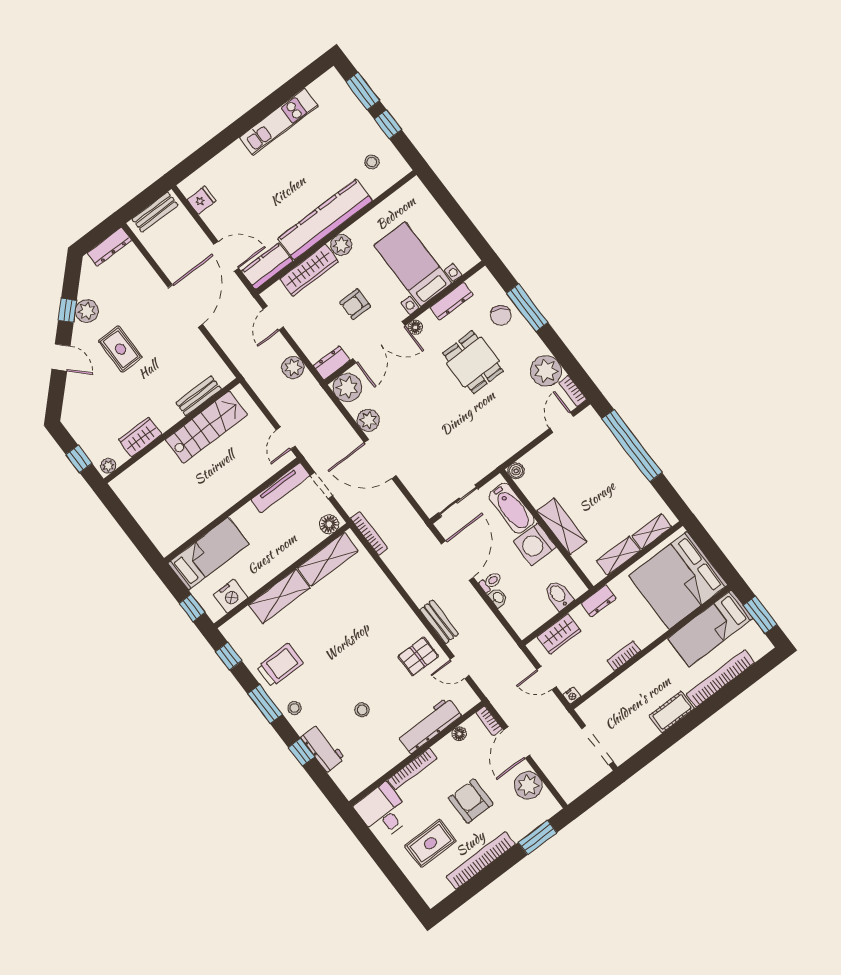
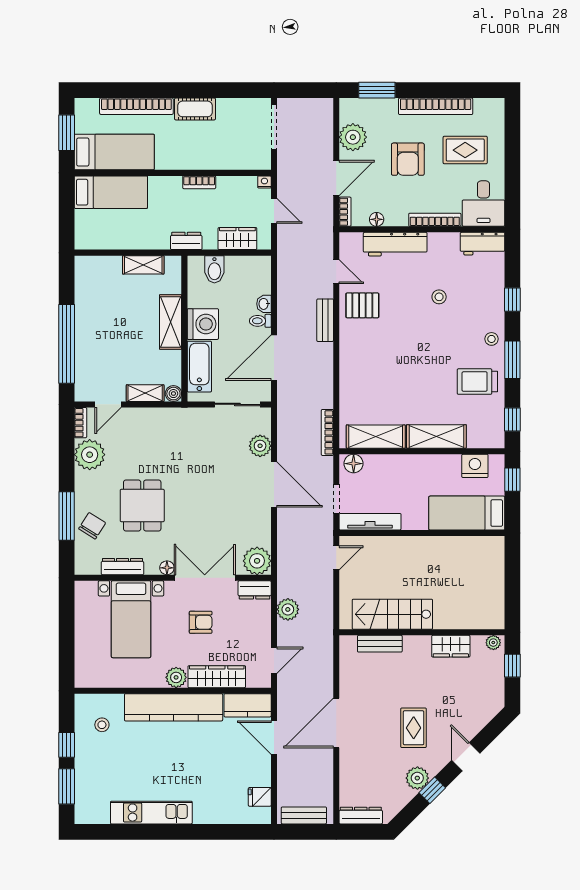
plant: (368, 420) -> (260, 446), moved
shelving: (652, 531) -> (145, 393), moved
bed: (678, 580) -> (111, 192), width x0.49
workbench: (323, 748) -> (483, 244), moved, turned -90

